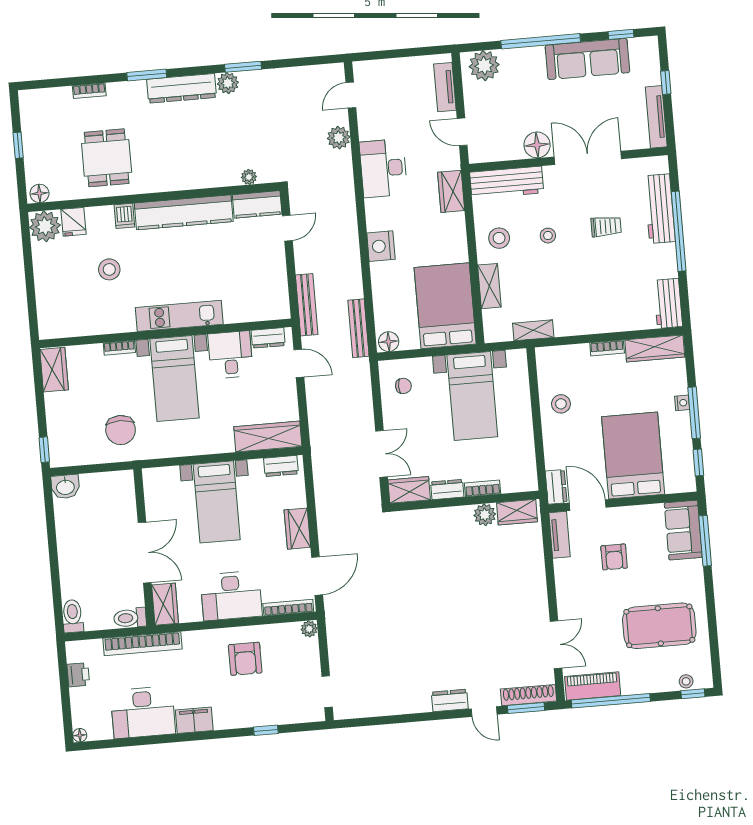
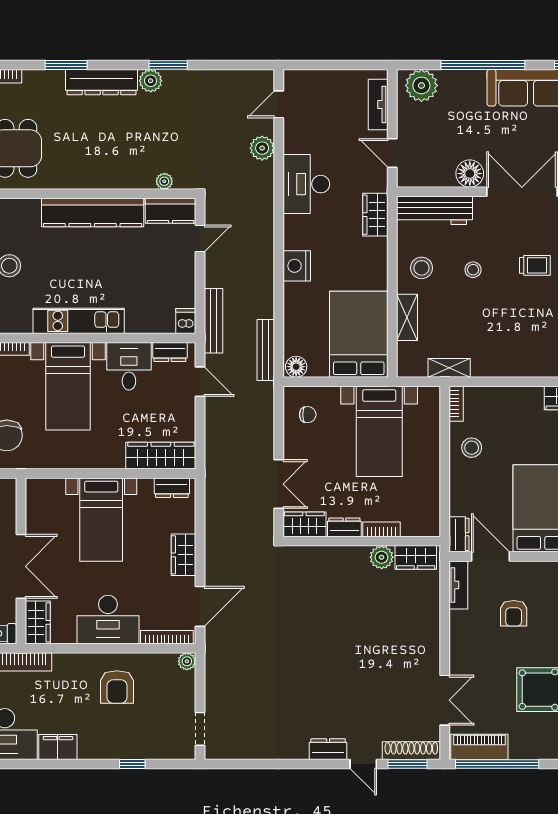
dishwasher: (124, 216) -> (186, 321), moved, turned 180
bookcase: (607, 348) -> (456, 404), moved, turned -90

